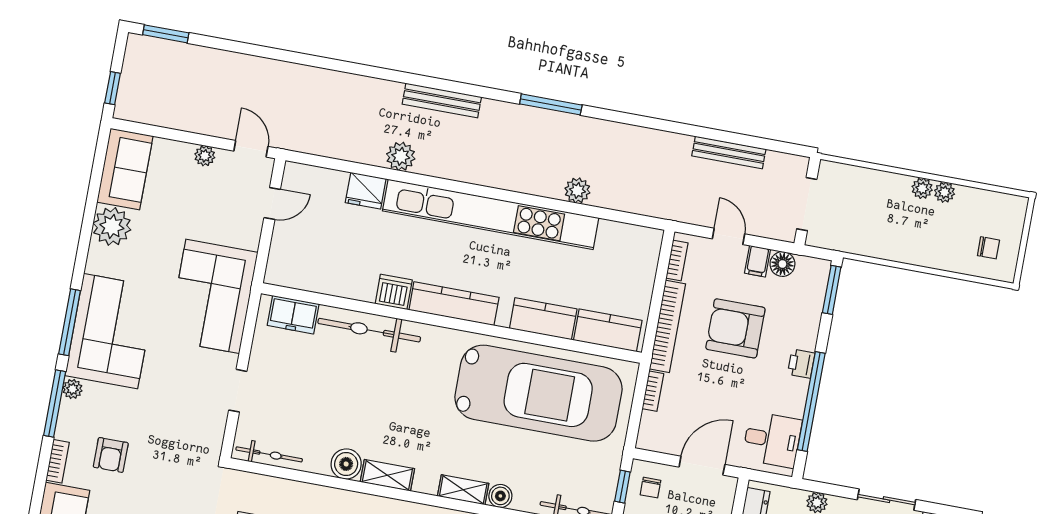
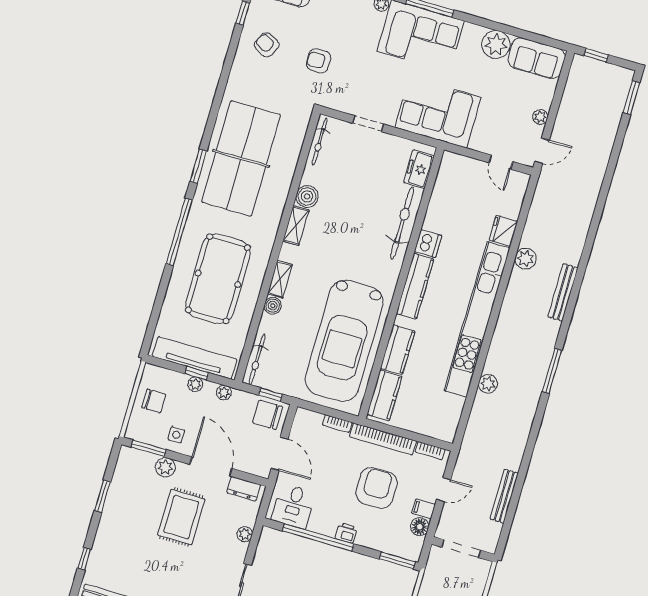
armchair: (111, 455) -> (319, 61), moved
chair: (650, 488) -> (268, 415), width x1.87, depth x1.87

